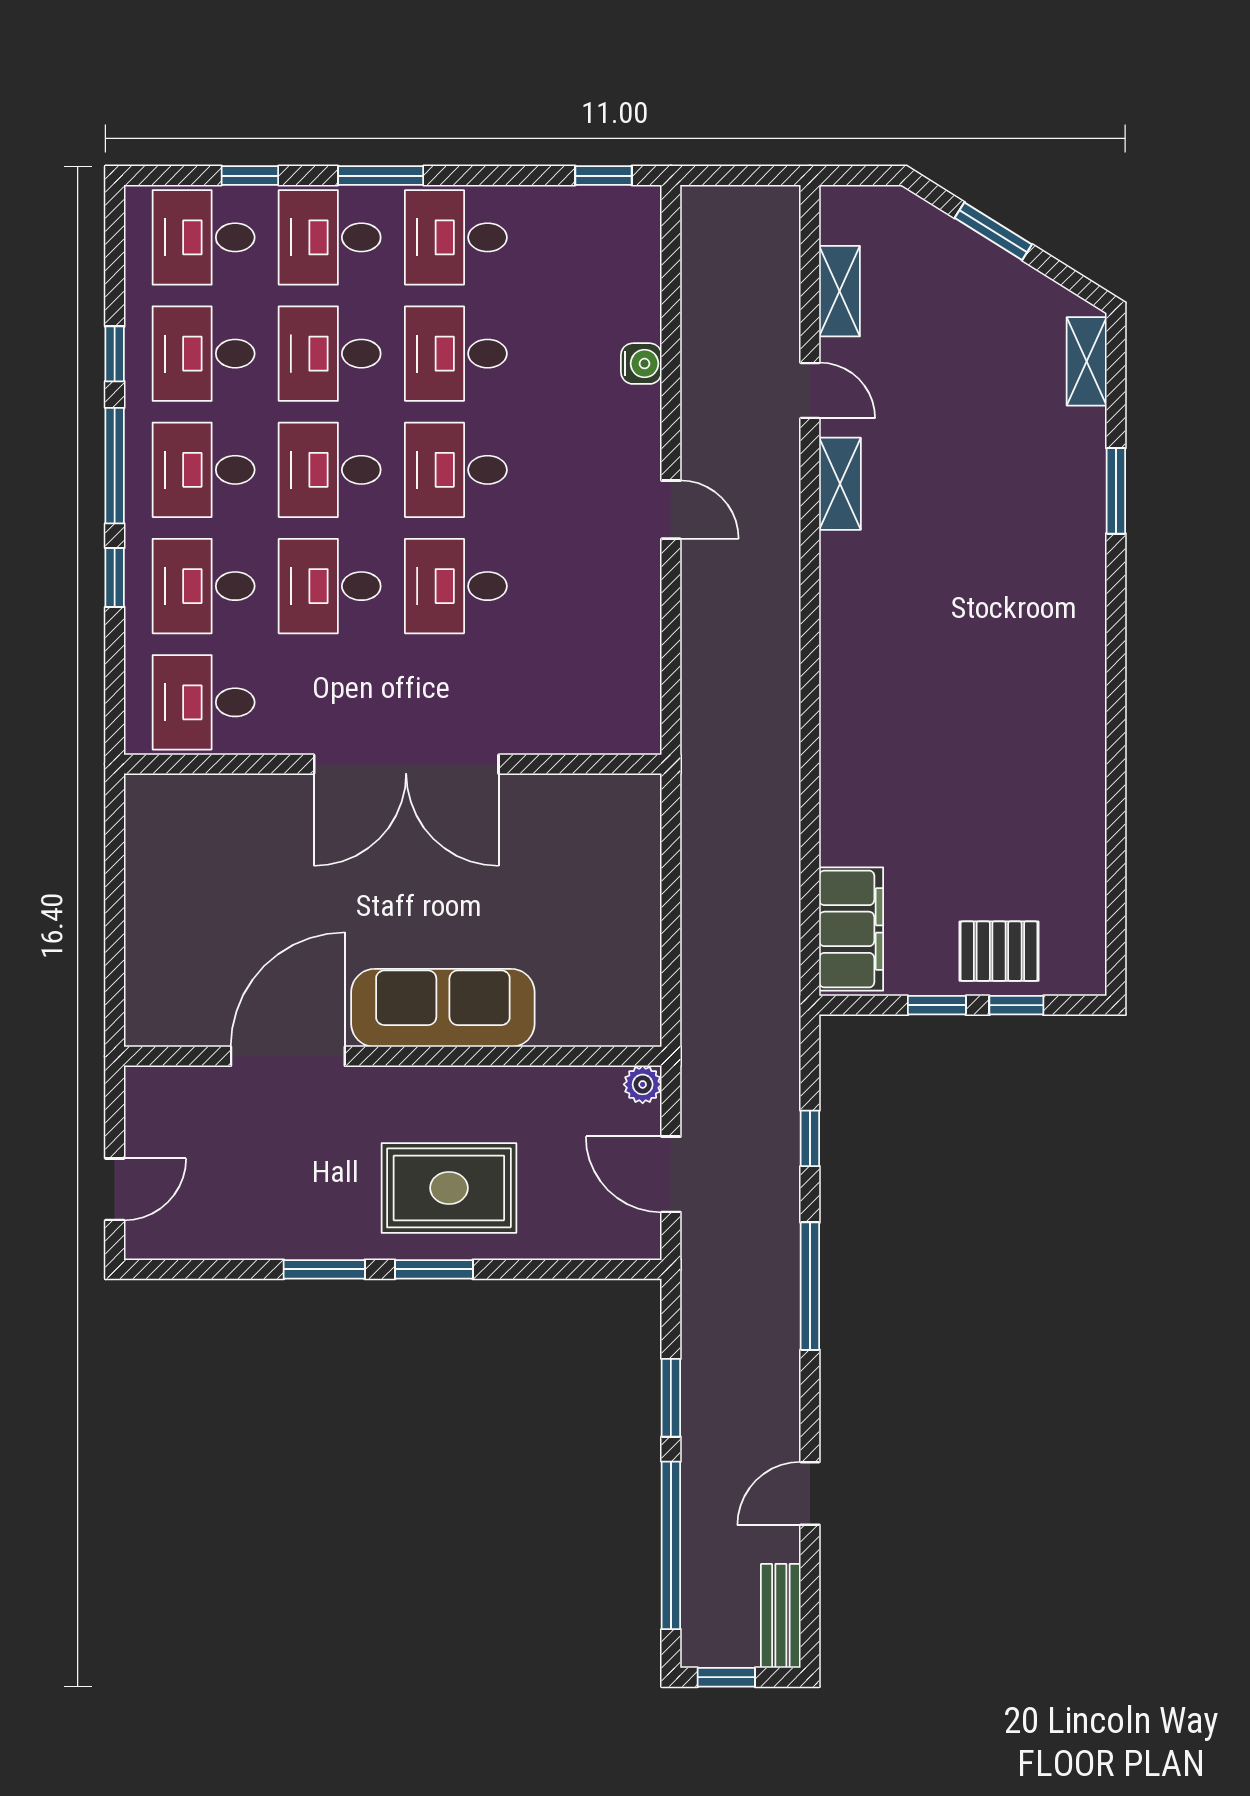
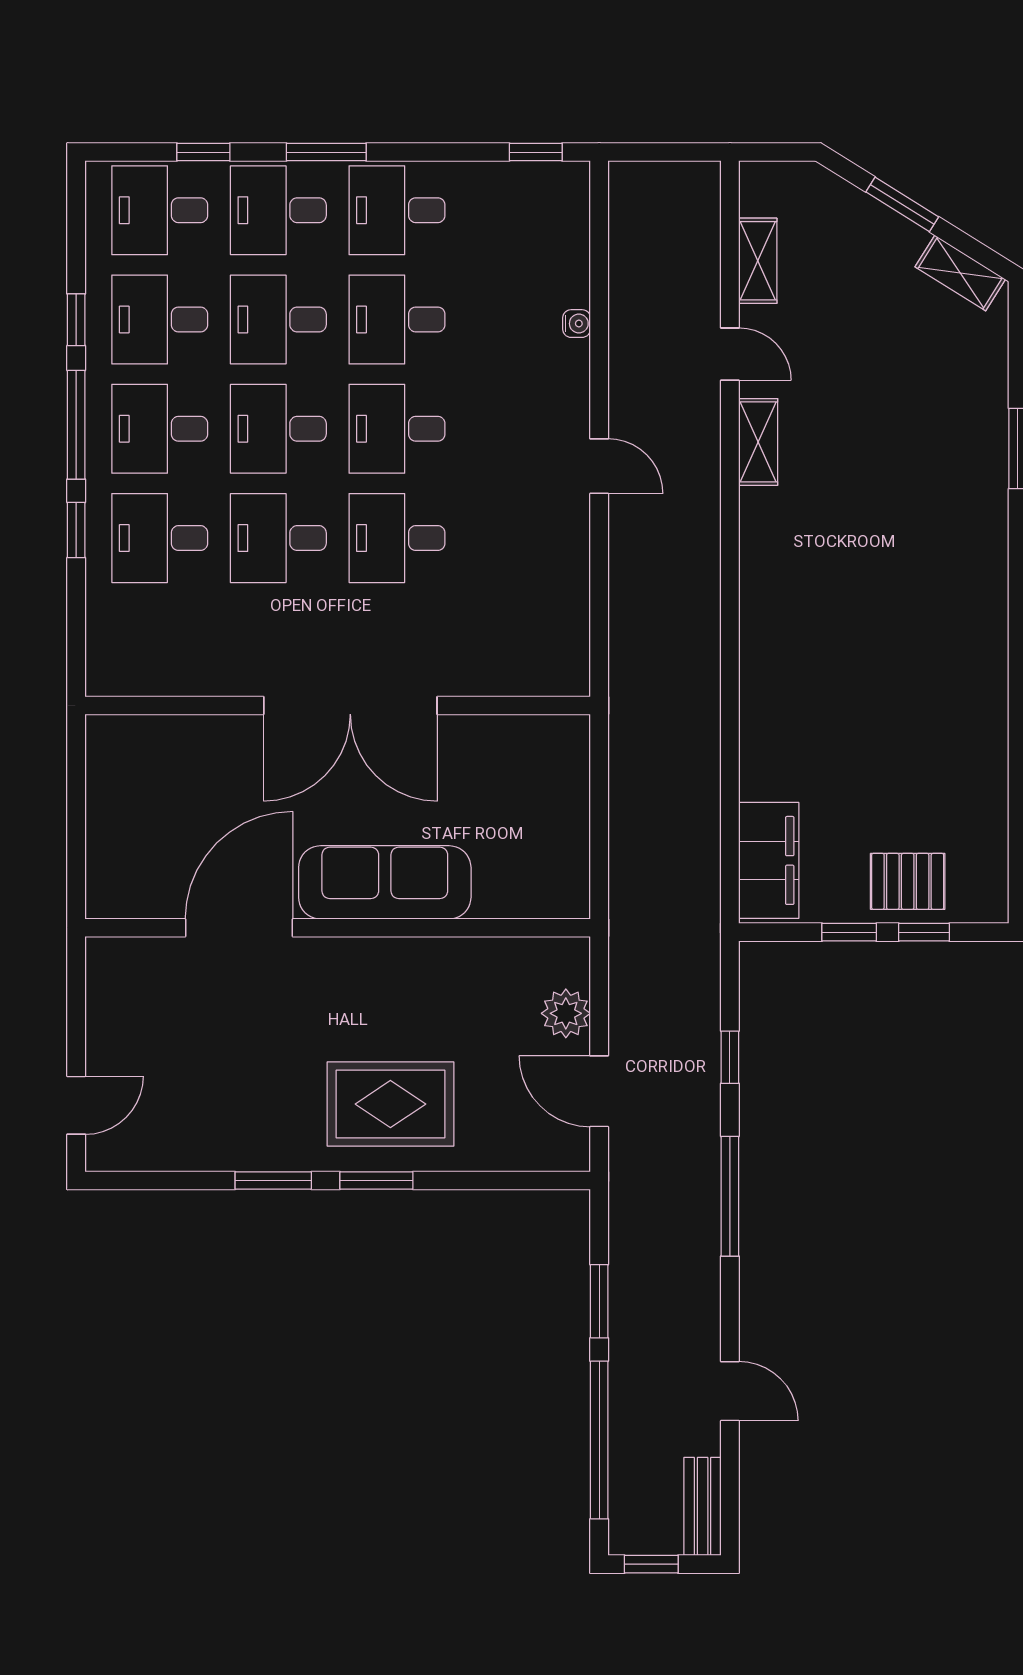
shelving: (1087, 361) -> (960, 273), moved, turned -58
water cooler: (641, 364) -> (577, 324), width x0.72, depth x0.72
desk: (204, 702) -> (160, 647), removed
sofa: (443, 1008) -> (385, 882), moved
door: (288, 1056) -> (239, 928), moved
wall: (393, 1056) -> (338, 928), moved
plant: (643, 1084) -> (566, 1013), width x1.38, depth x1.38
door: (810, 1493) -> (730, 1391), swing flipped

